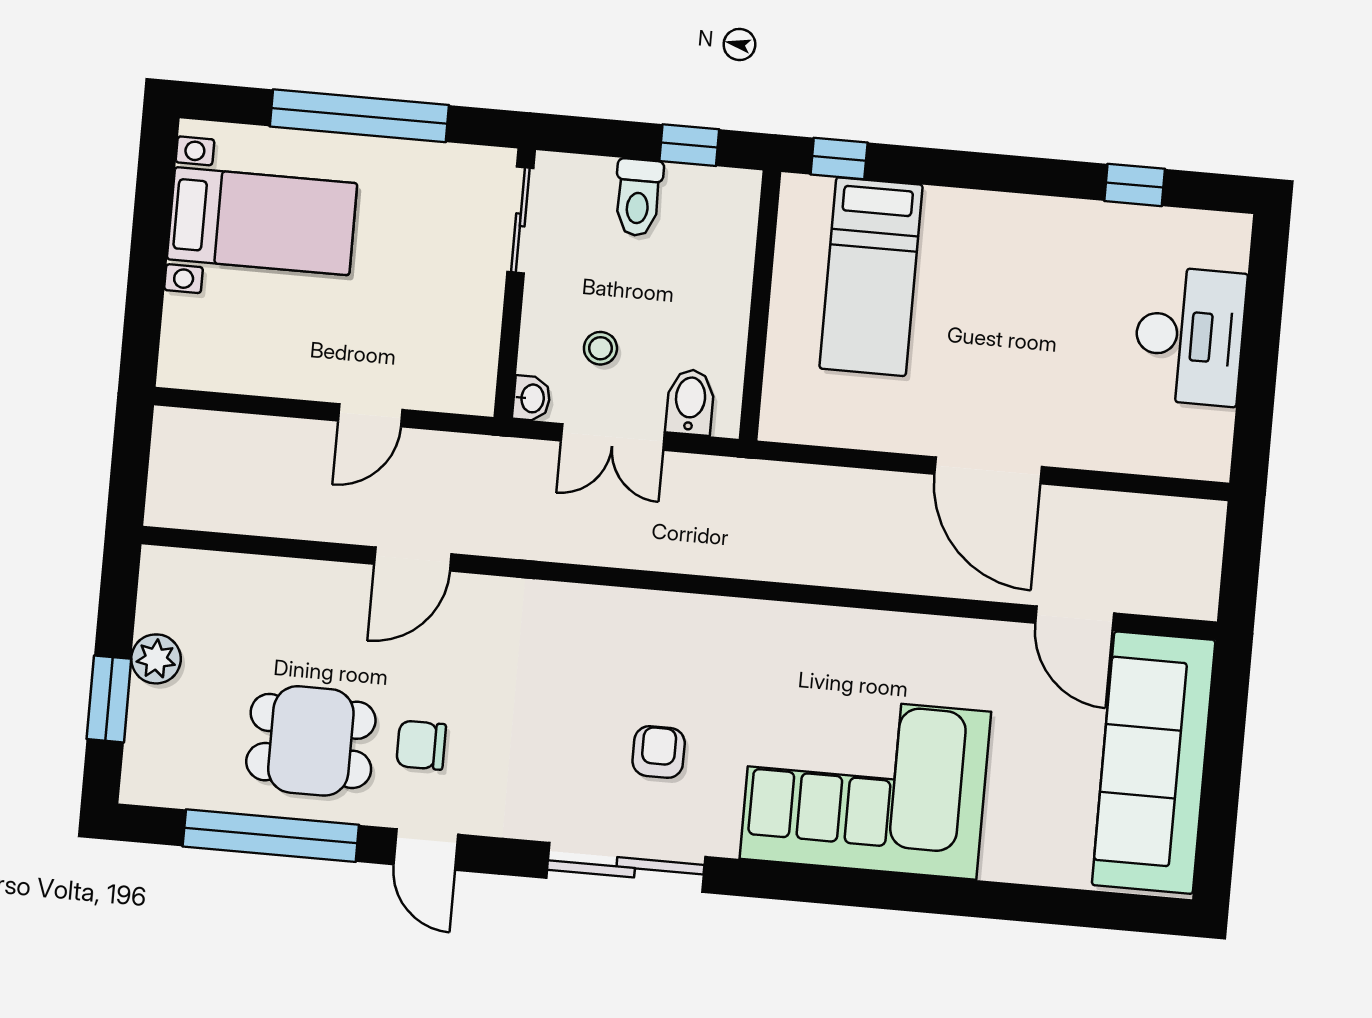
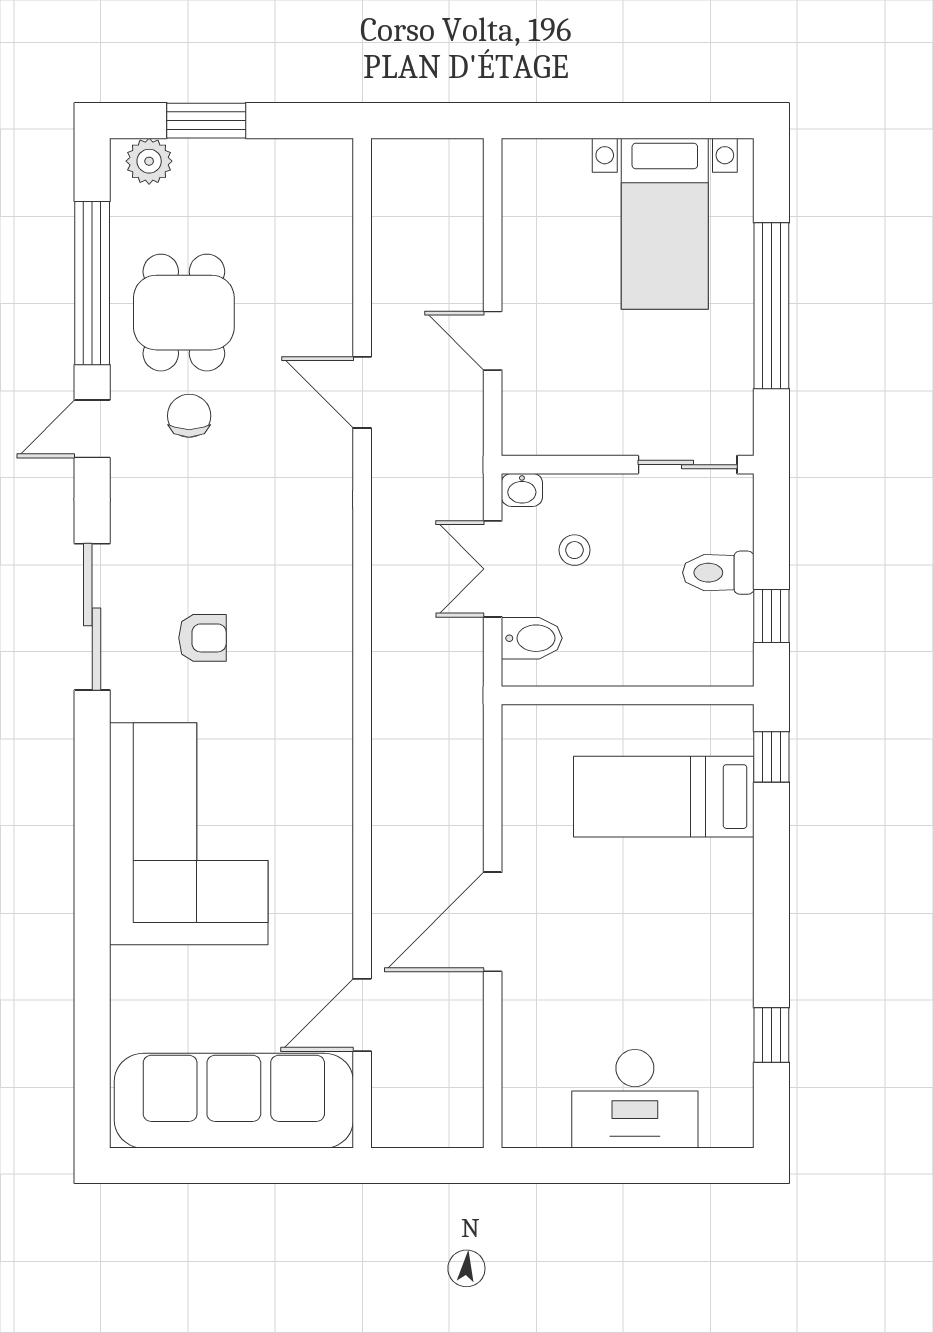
plant: (156, 659) -> (149, 161), moved

